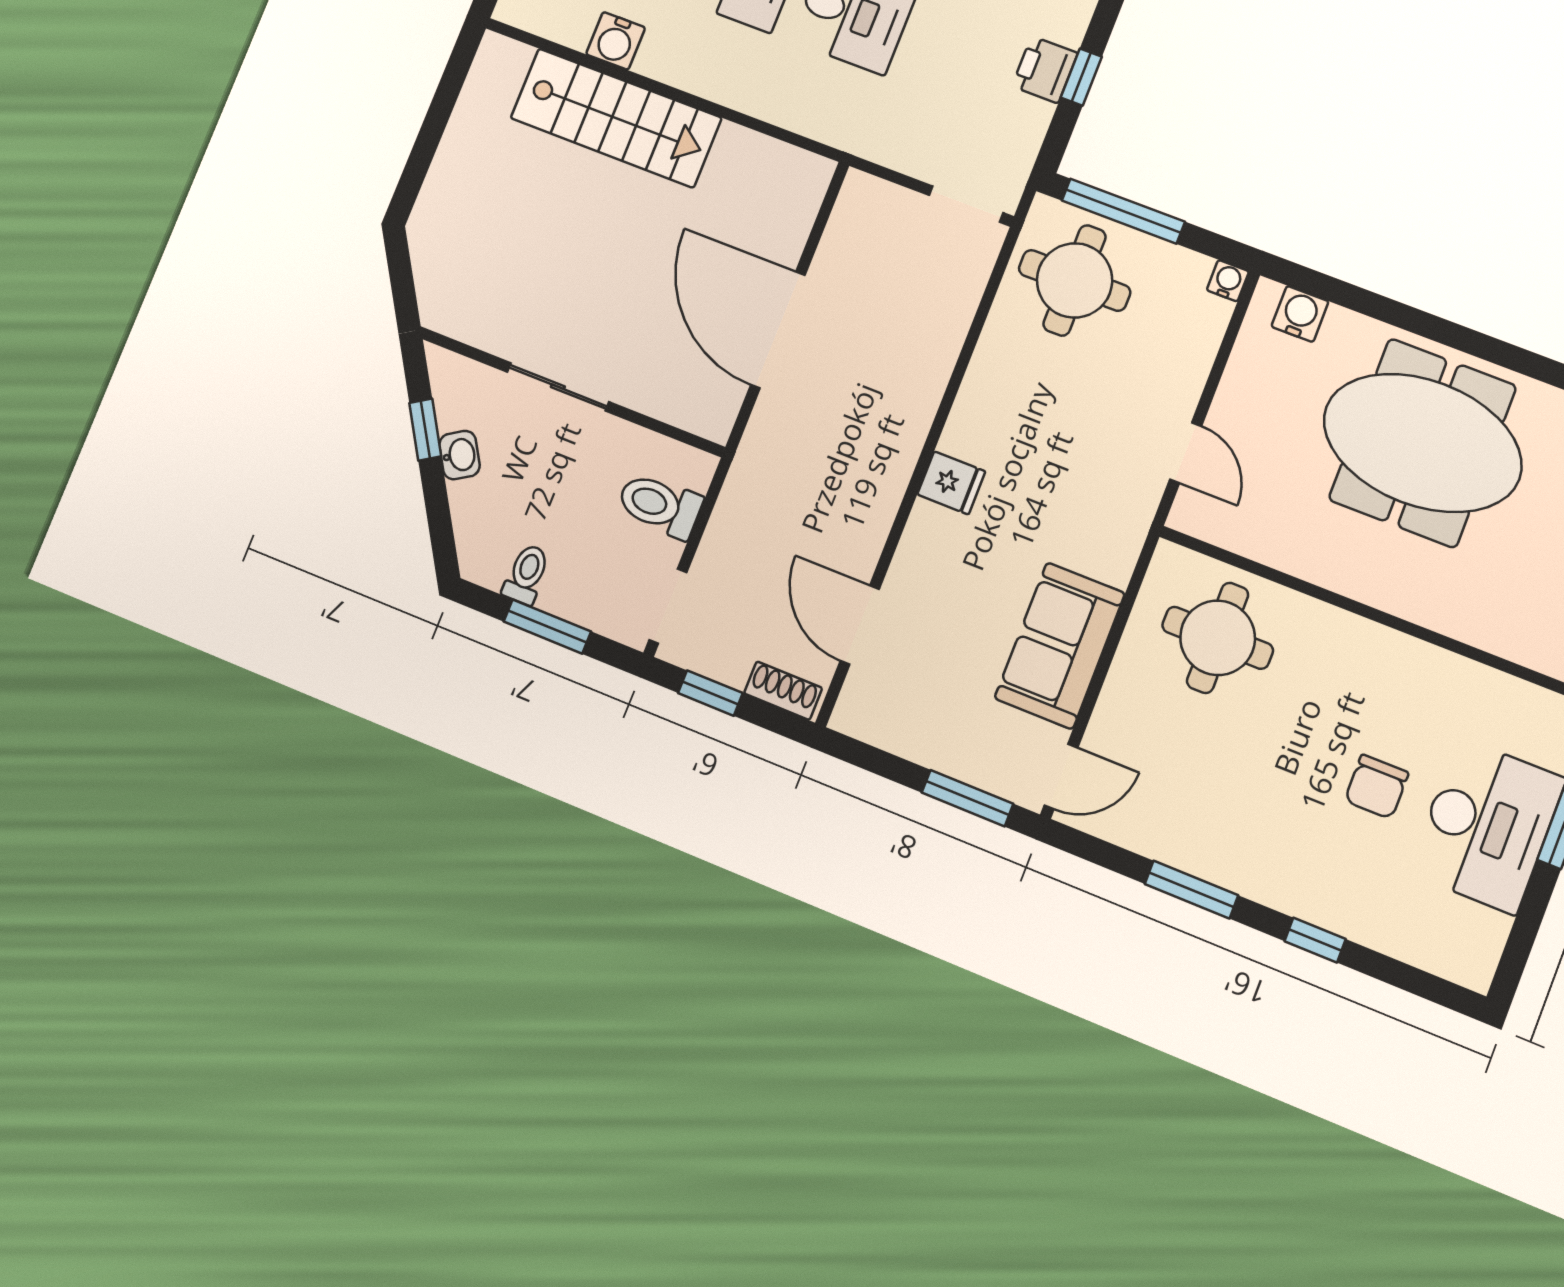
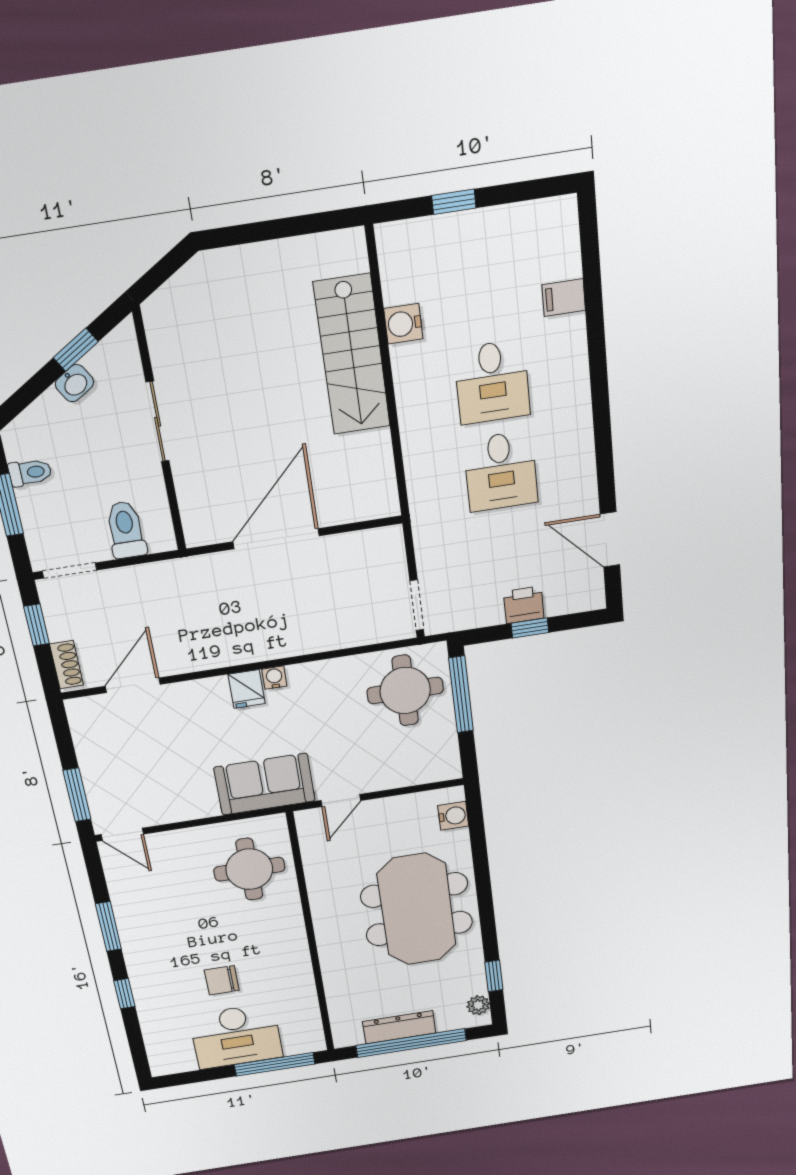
water cooler: (1228, 281) -> (274, 678), moved, turned -90
sofa: (1060, 646) -> (265, 784), moved

